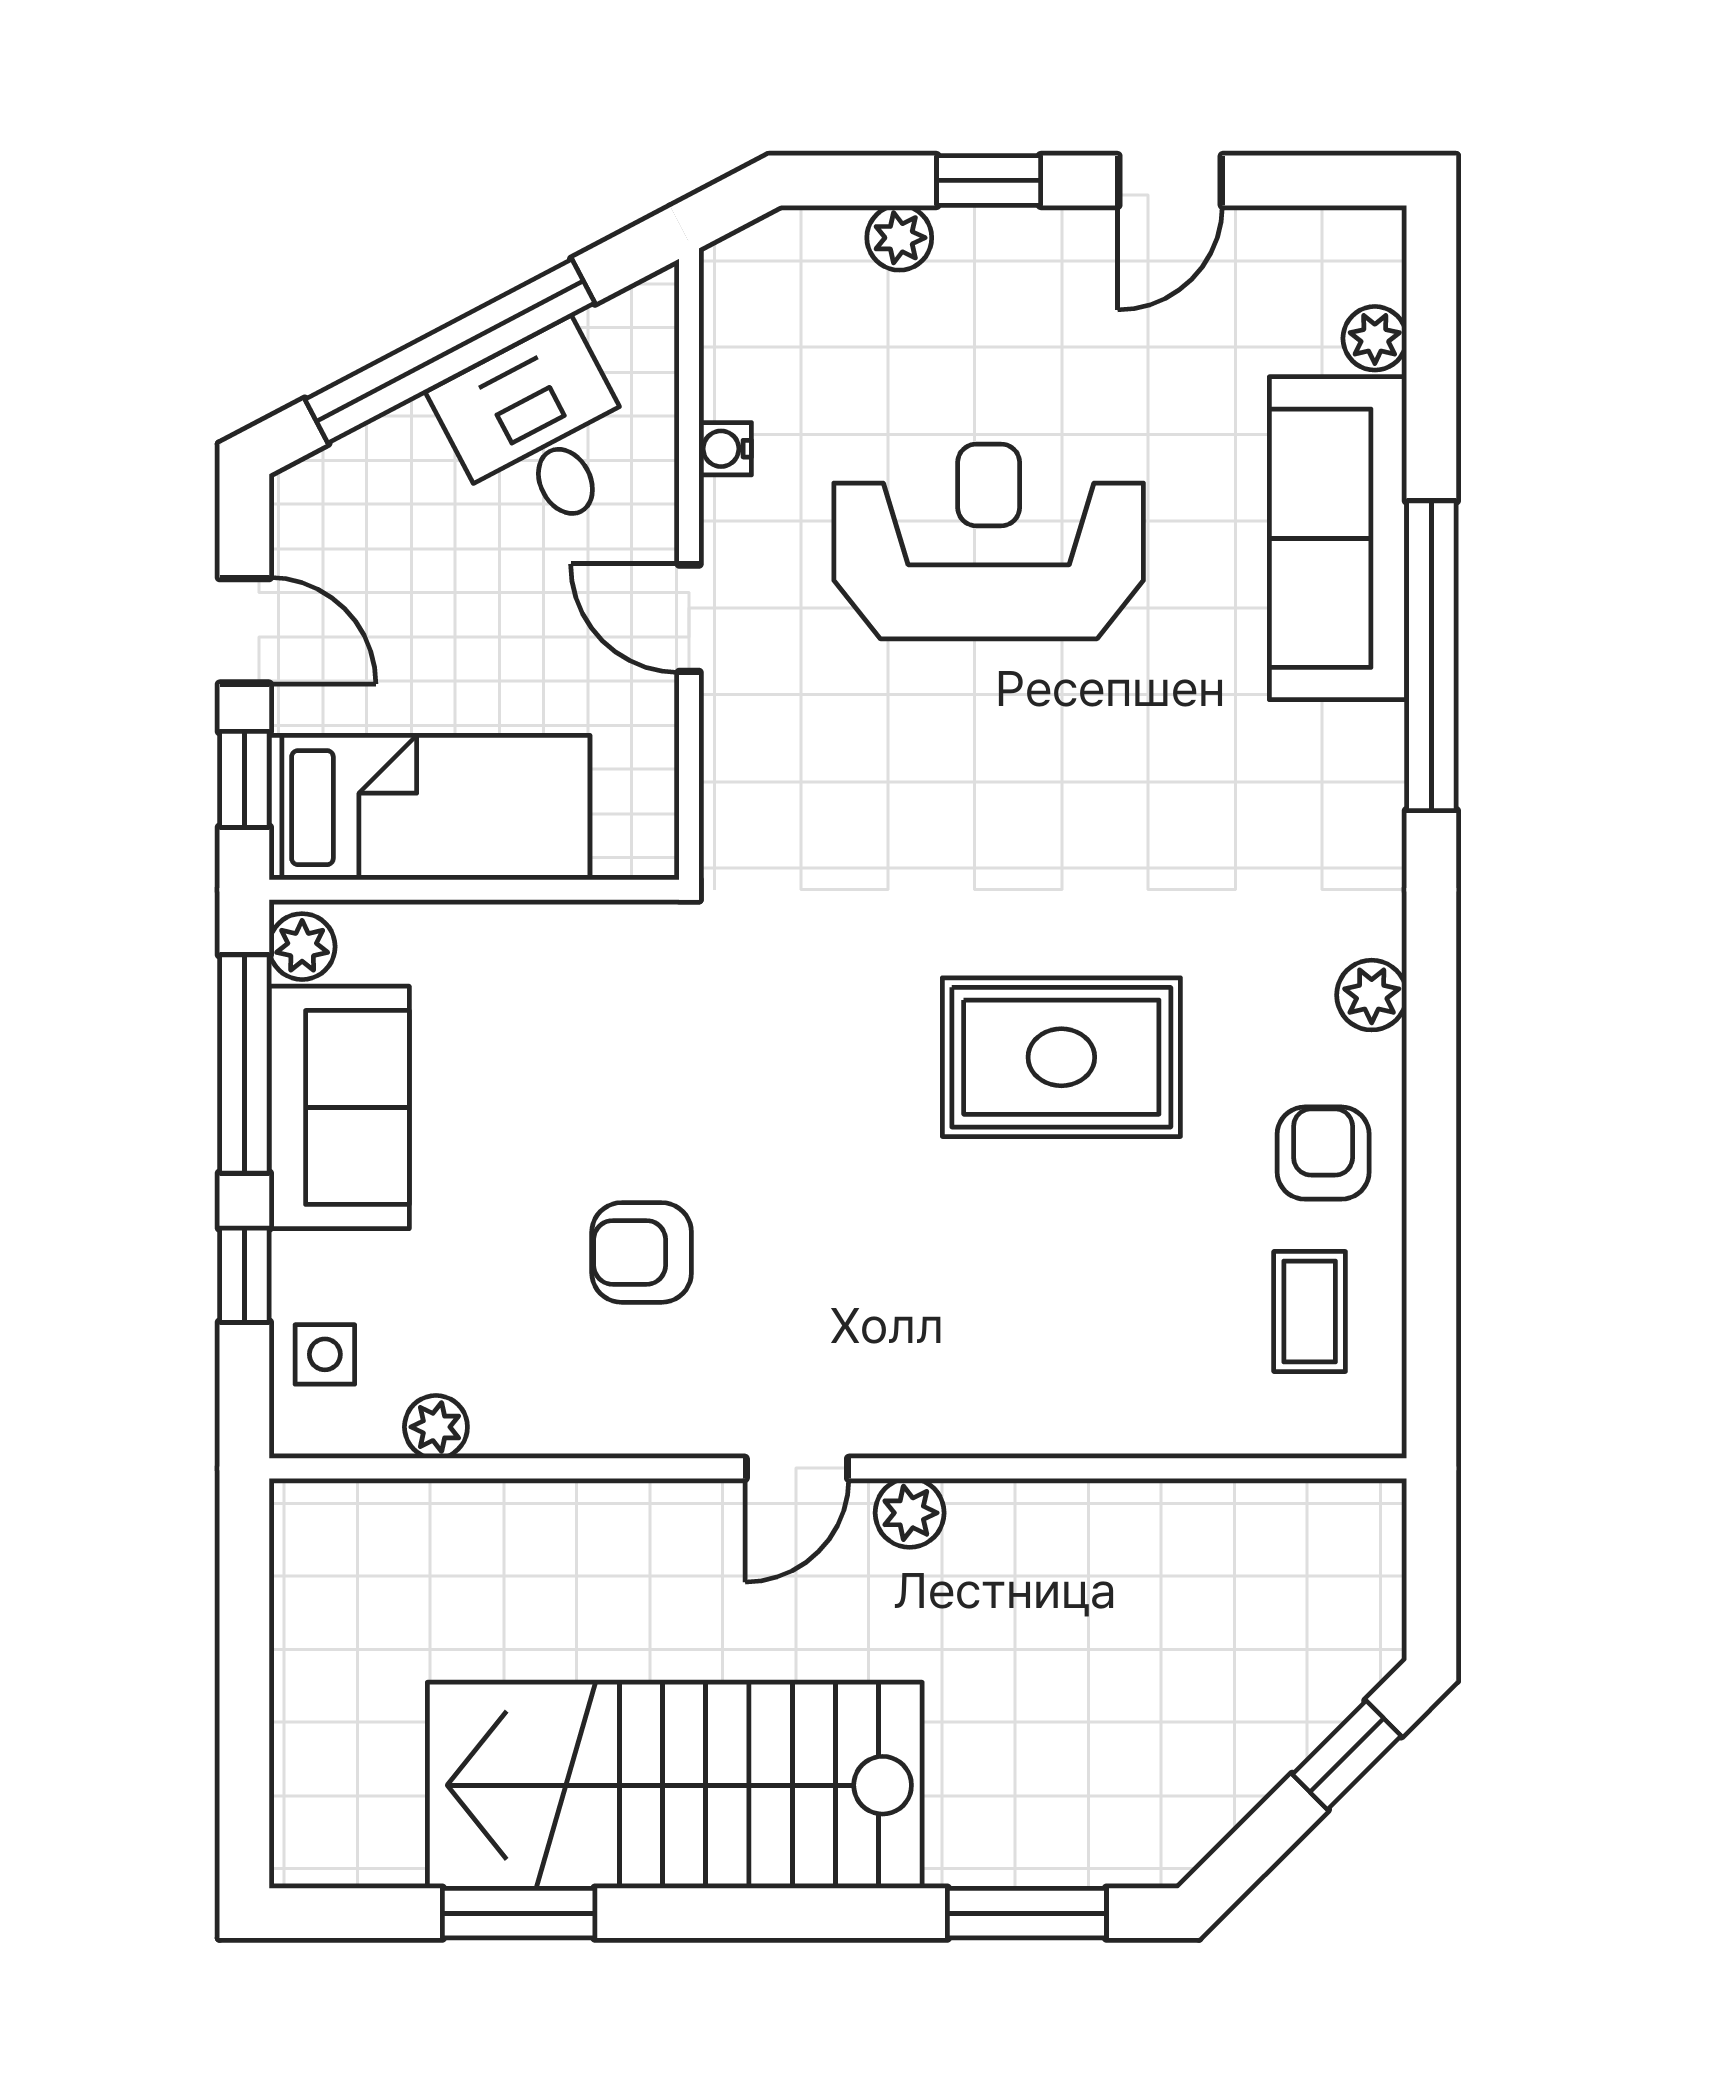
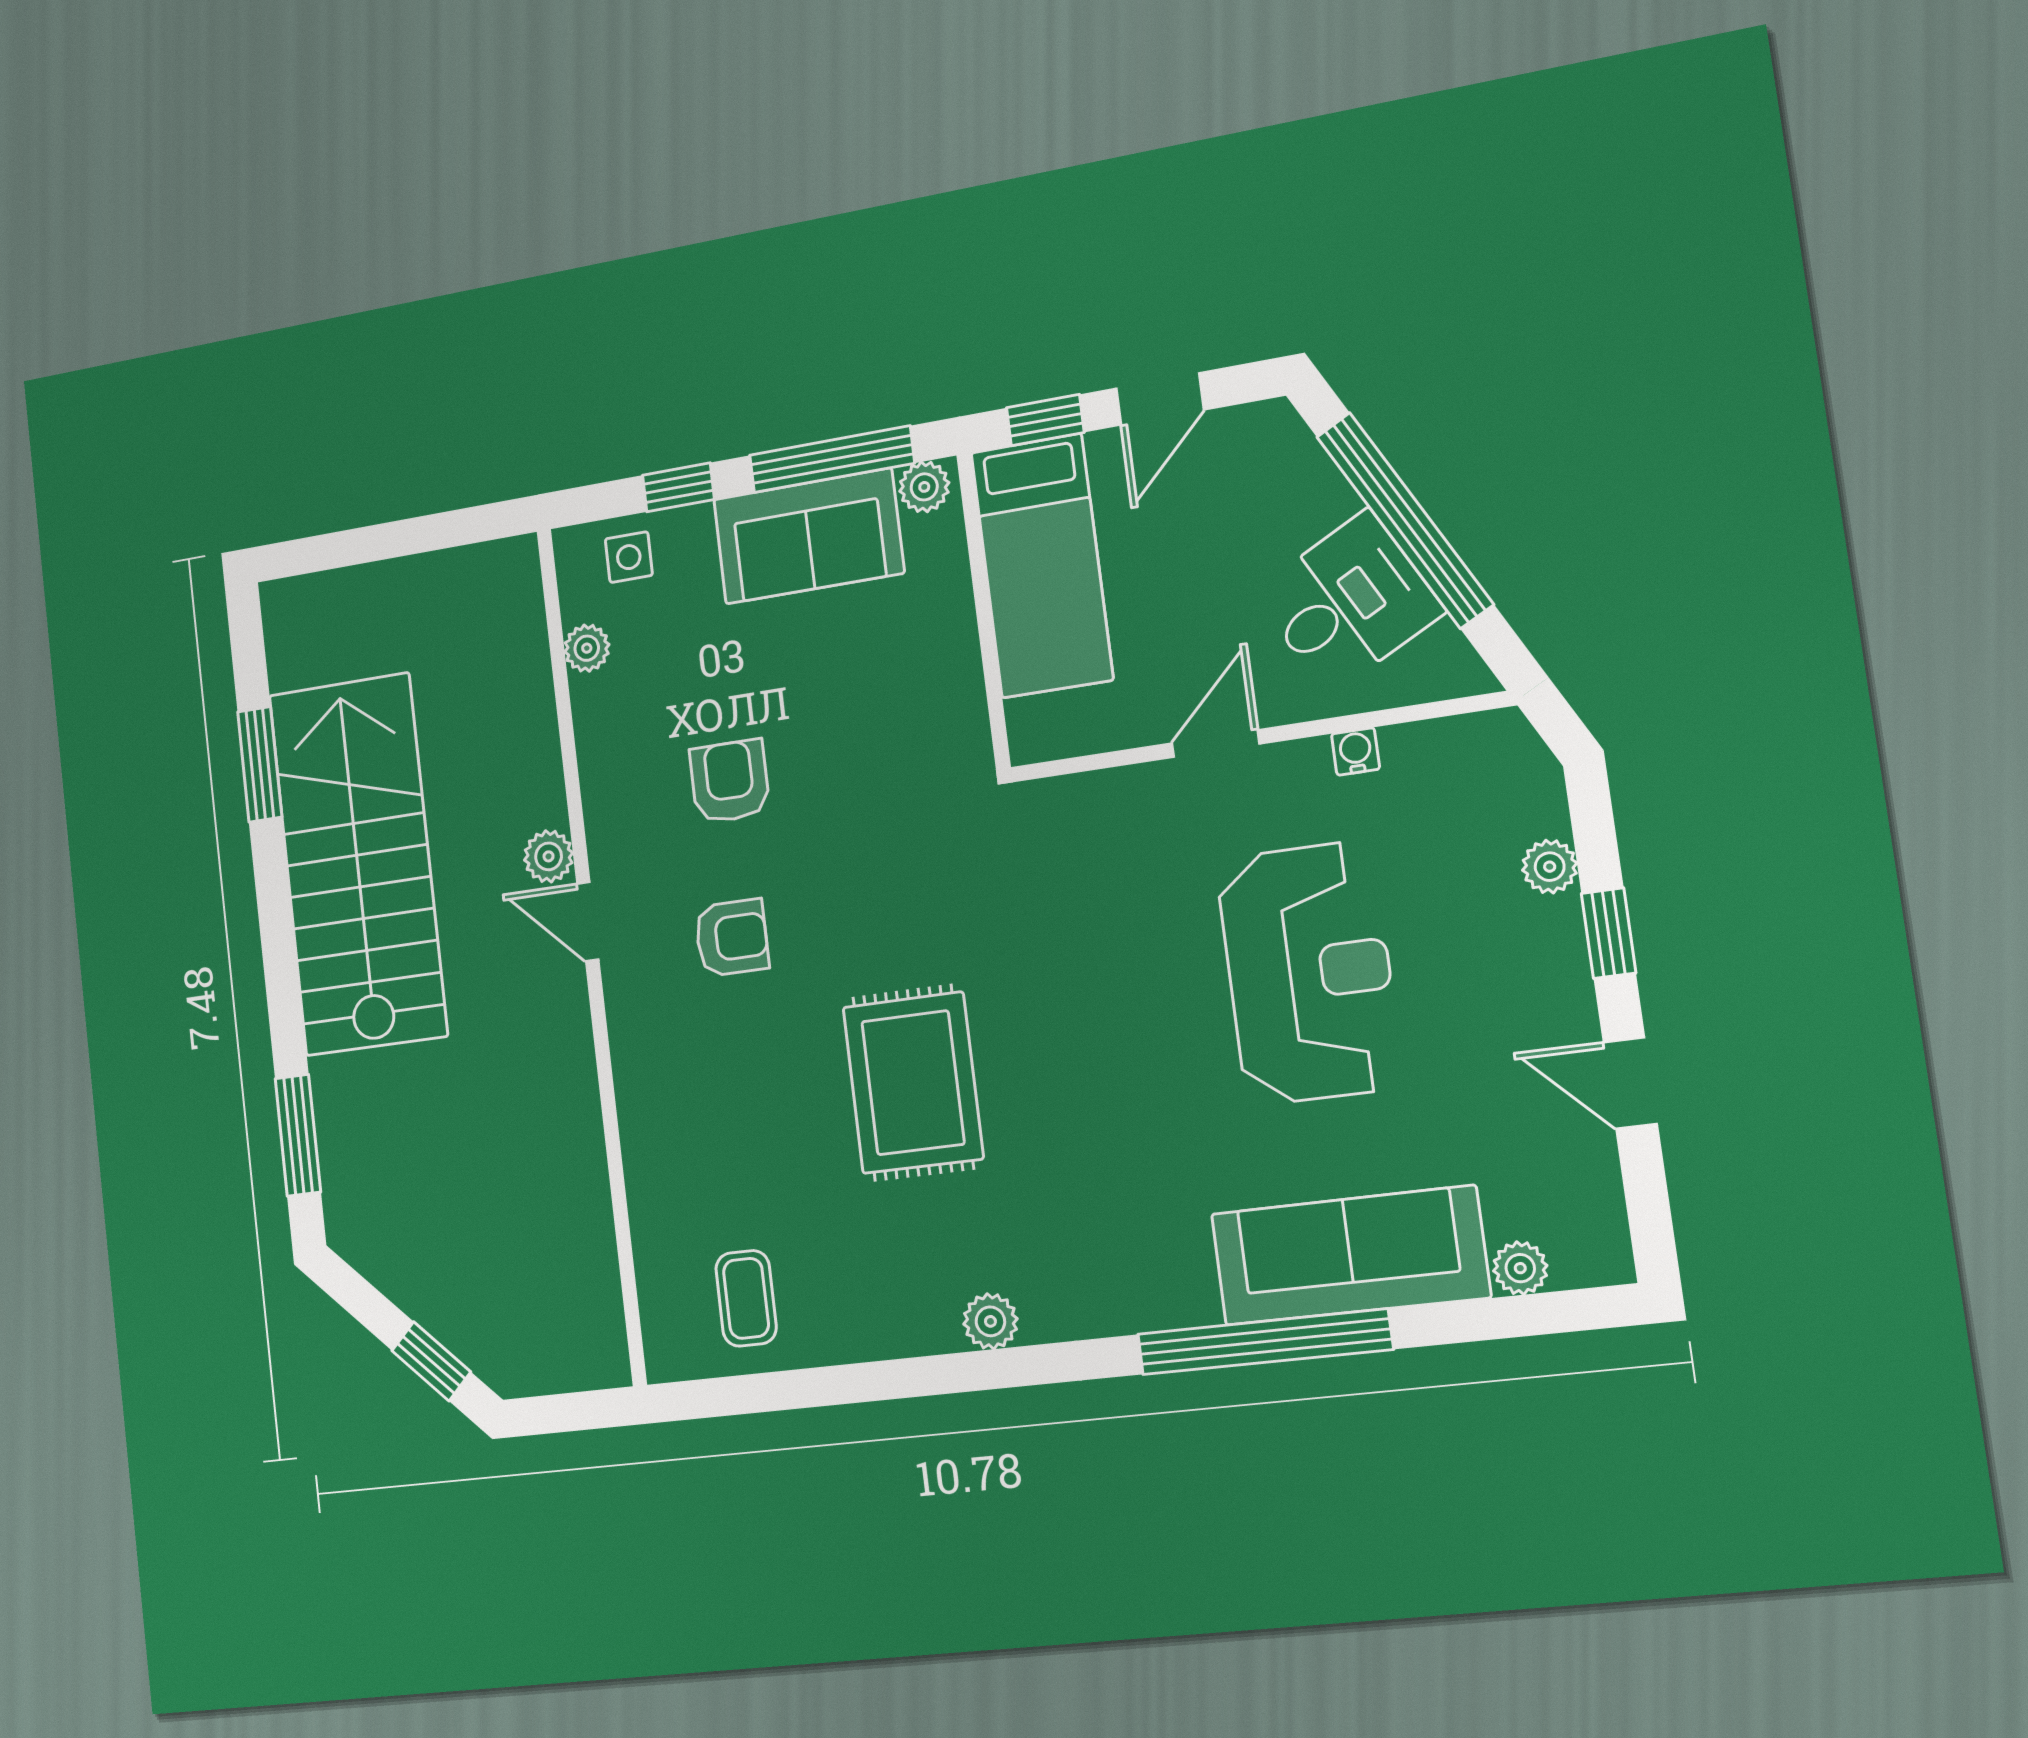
armchair: (1323, 1153) -> (732, 938), moved
coffee table: (1310, 1312) -> (746, 1298), turned 90
plant: (910, 1513) -> (549, 856), moved

